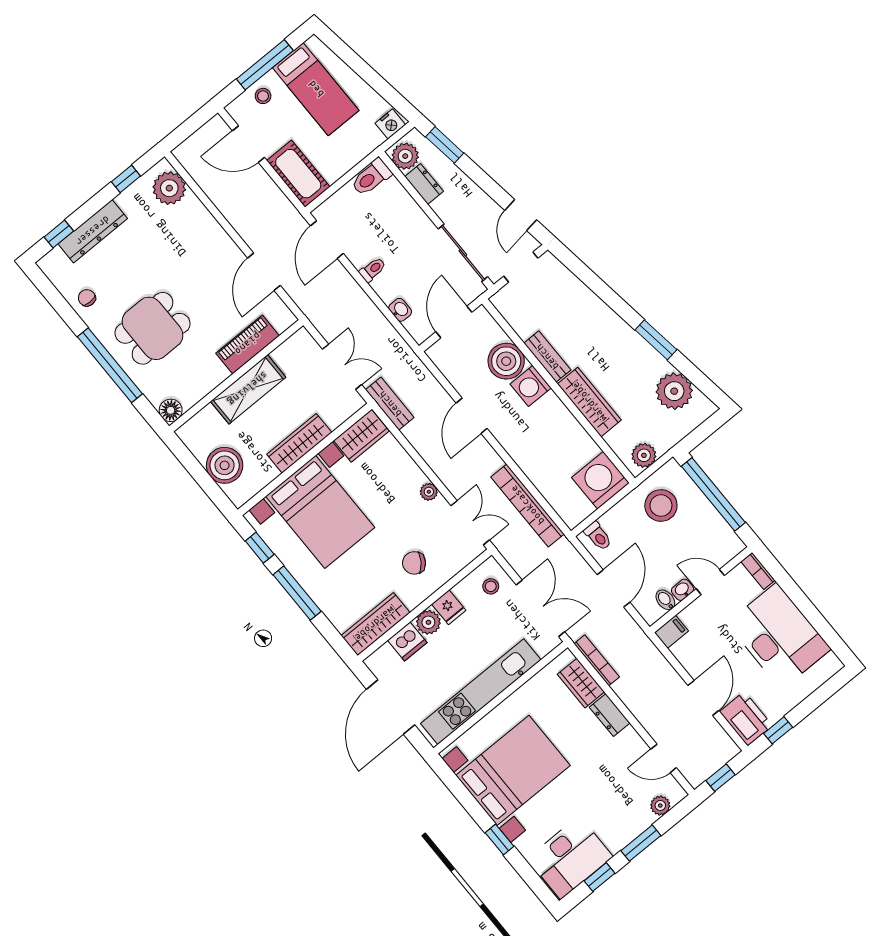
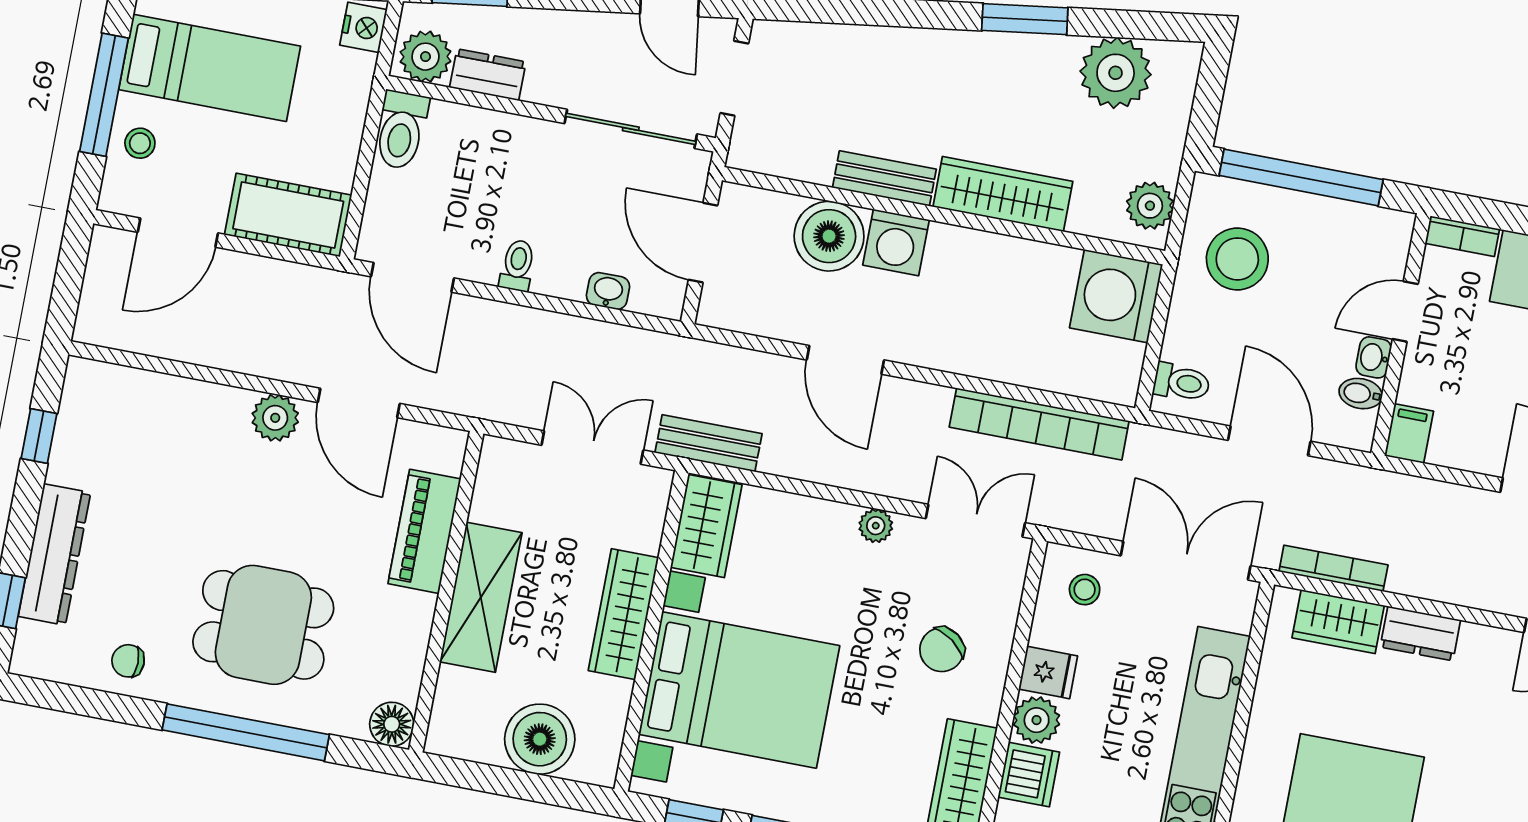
plant: (169, 188) -> (275, 418), moved, width x0.73, depth x0.73
dining table: (153, 328) -> (263, 625), turned 90

